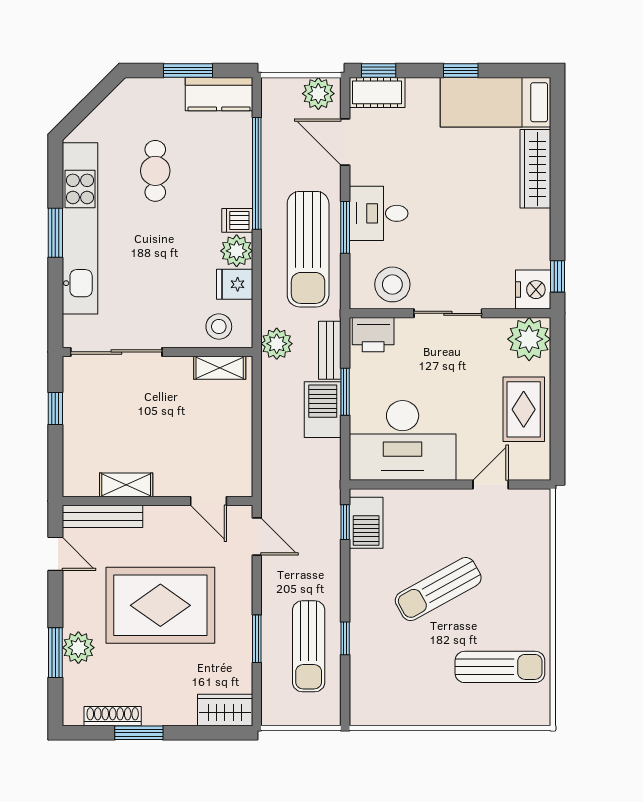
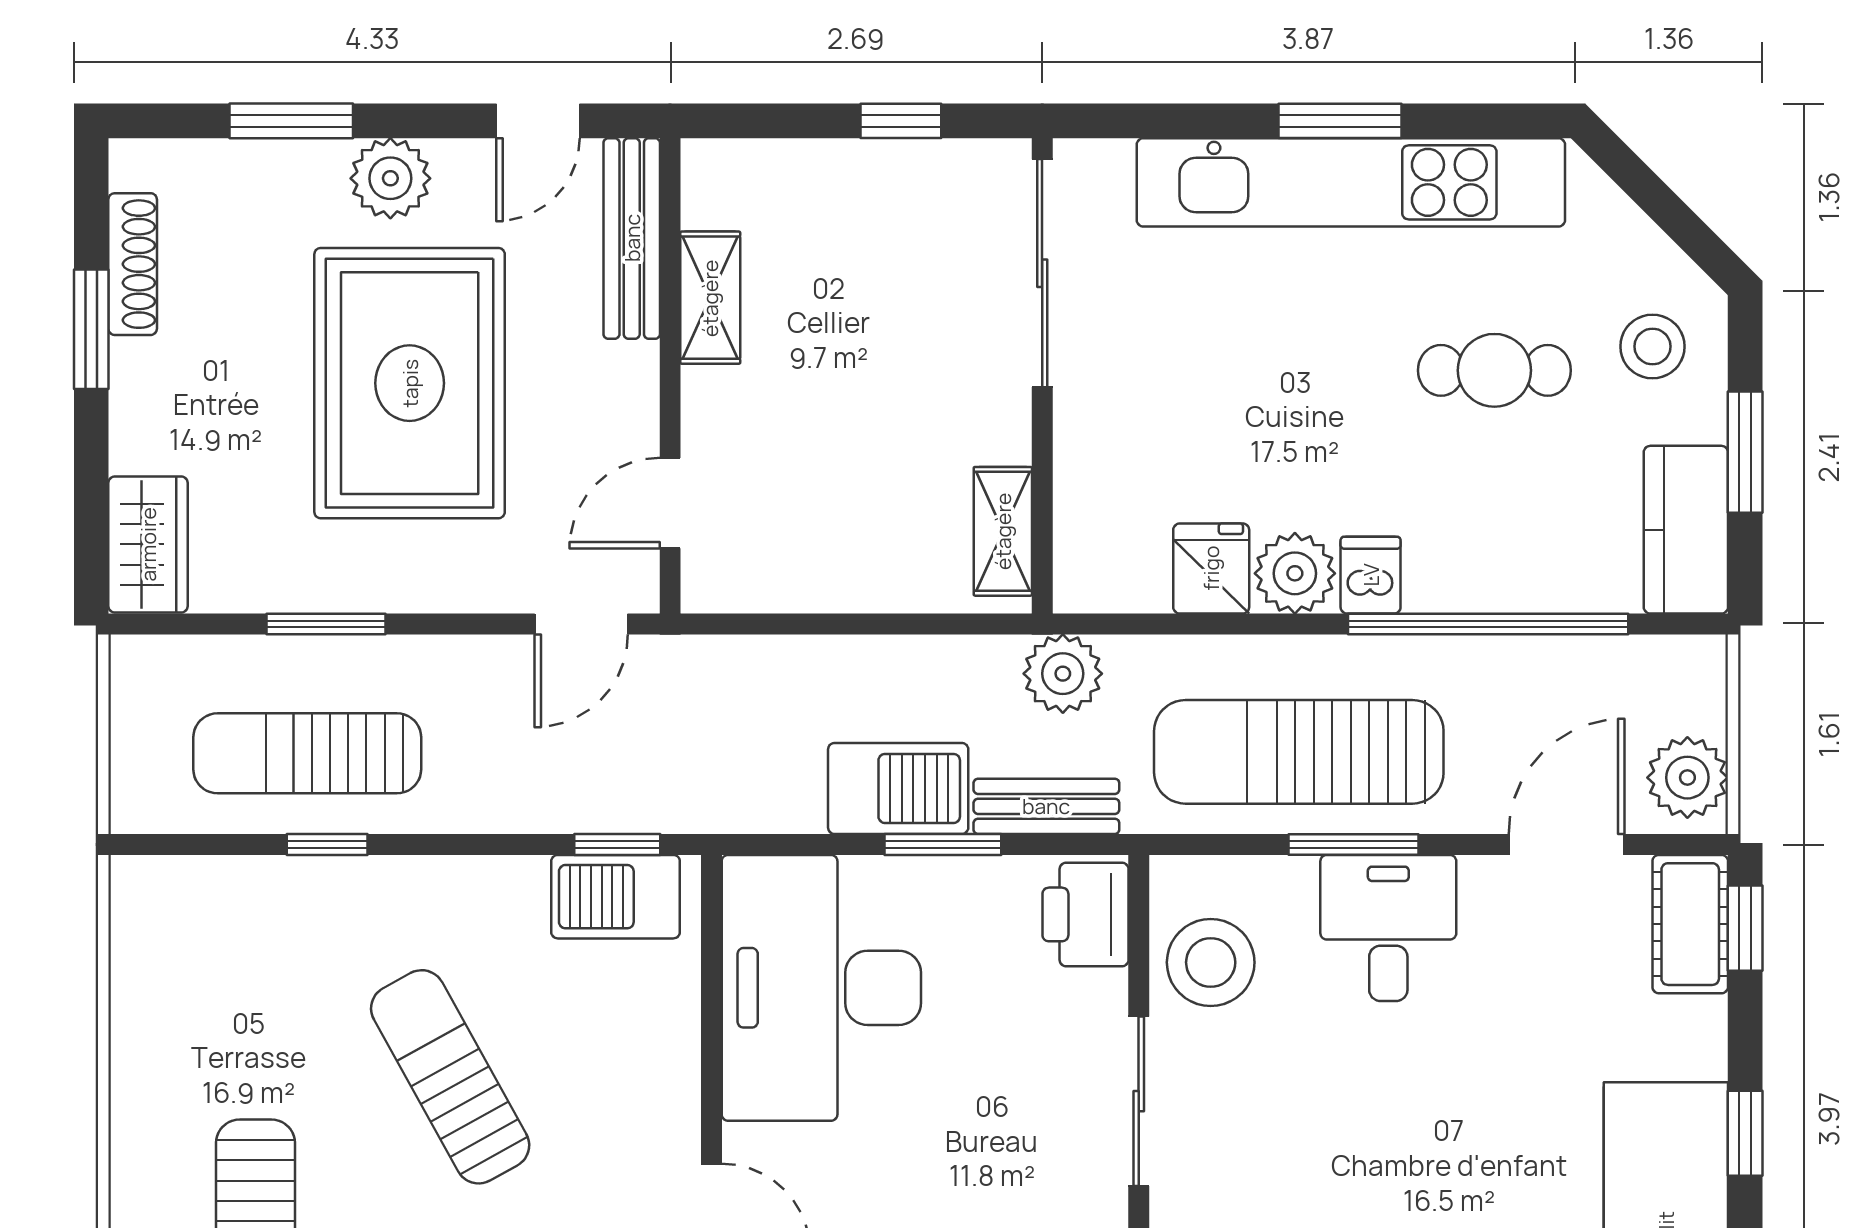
stool: (219, 327) -> (1652, 346), moved
plant: (78, 648) -> (390, 178), moved

